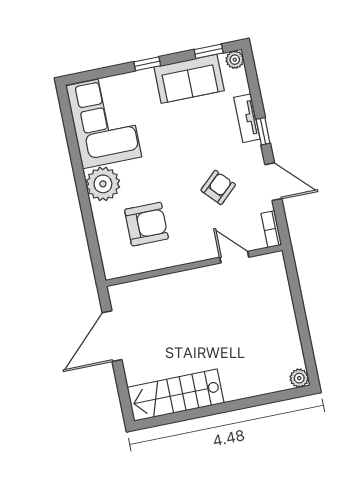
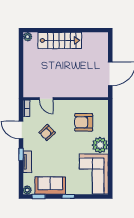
stairs: (175, 395) -> (60, 40), moved

